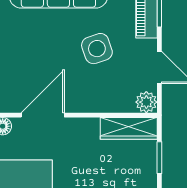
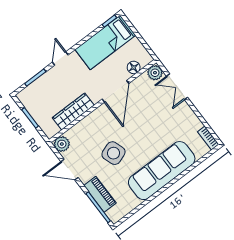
wardrobe: (129, 128) -> (73, 111), moved

